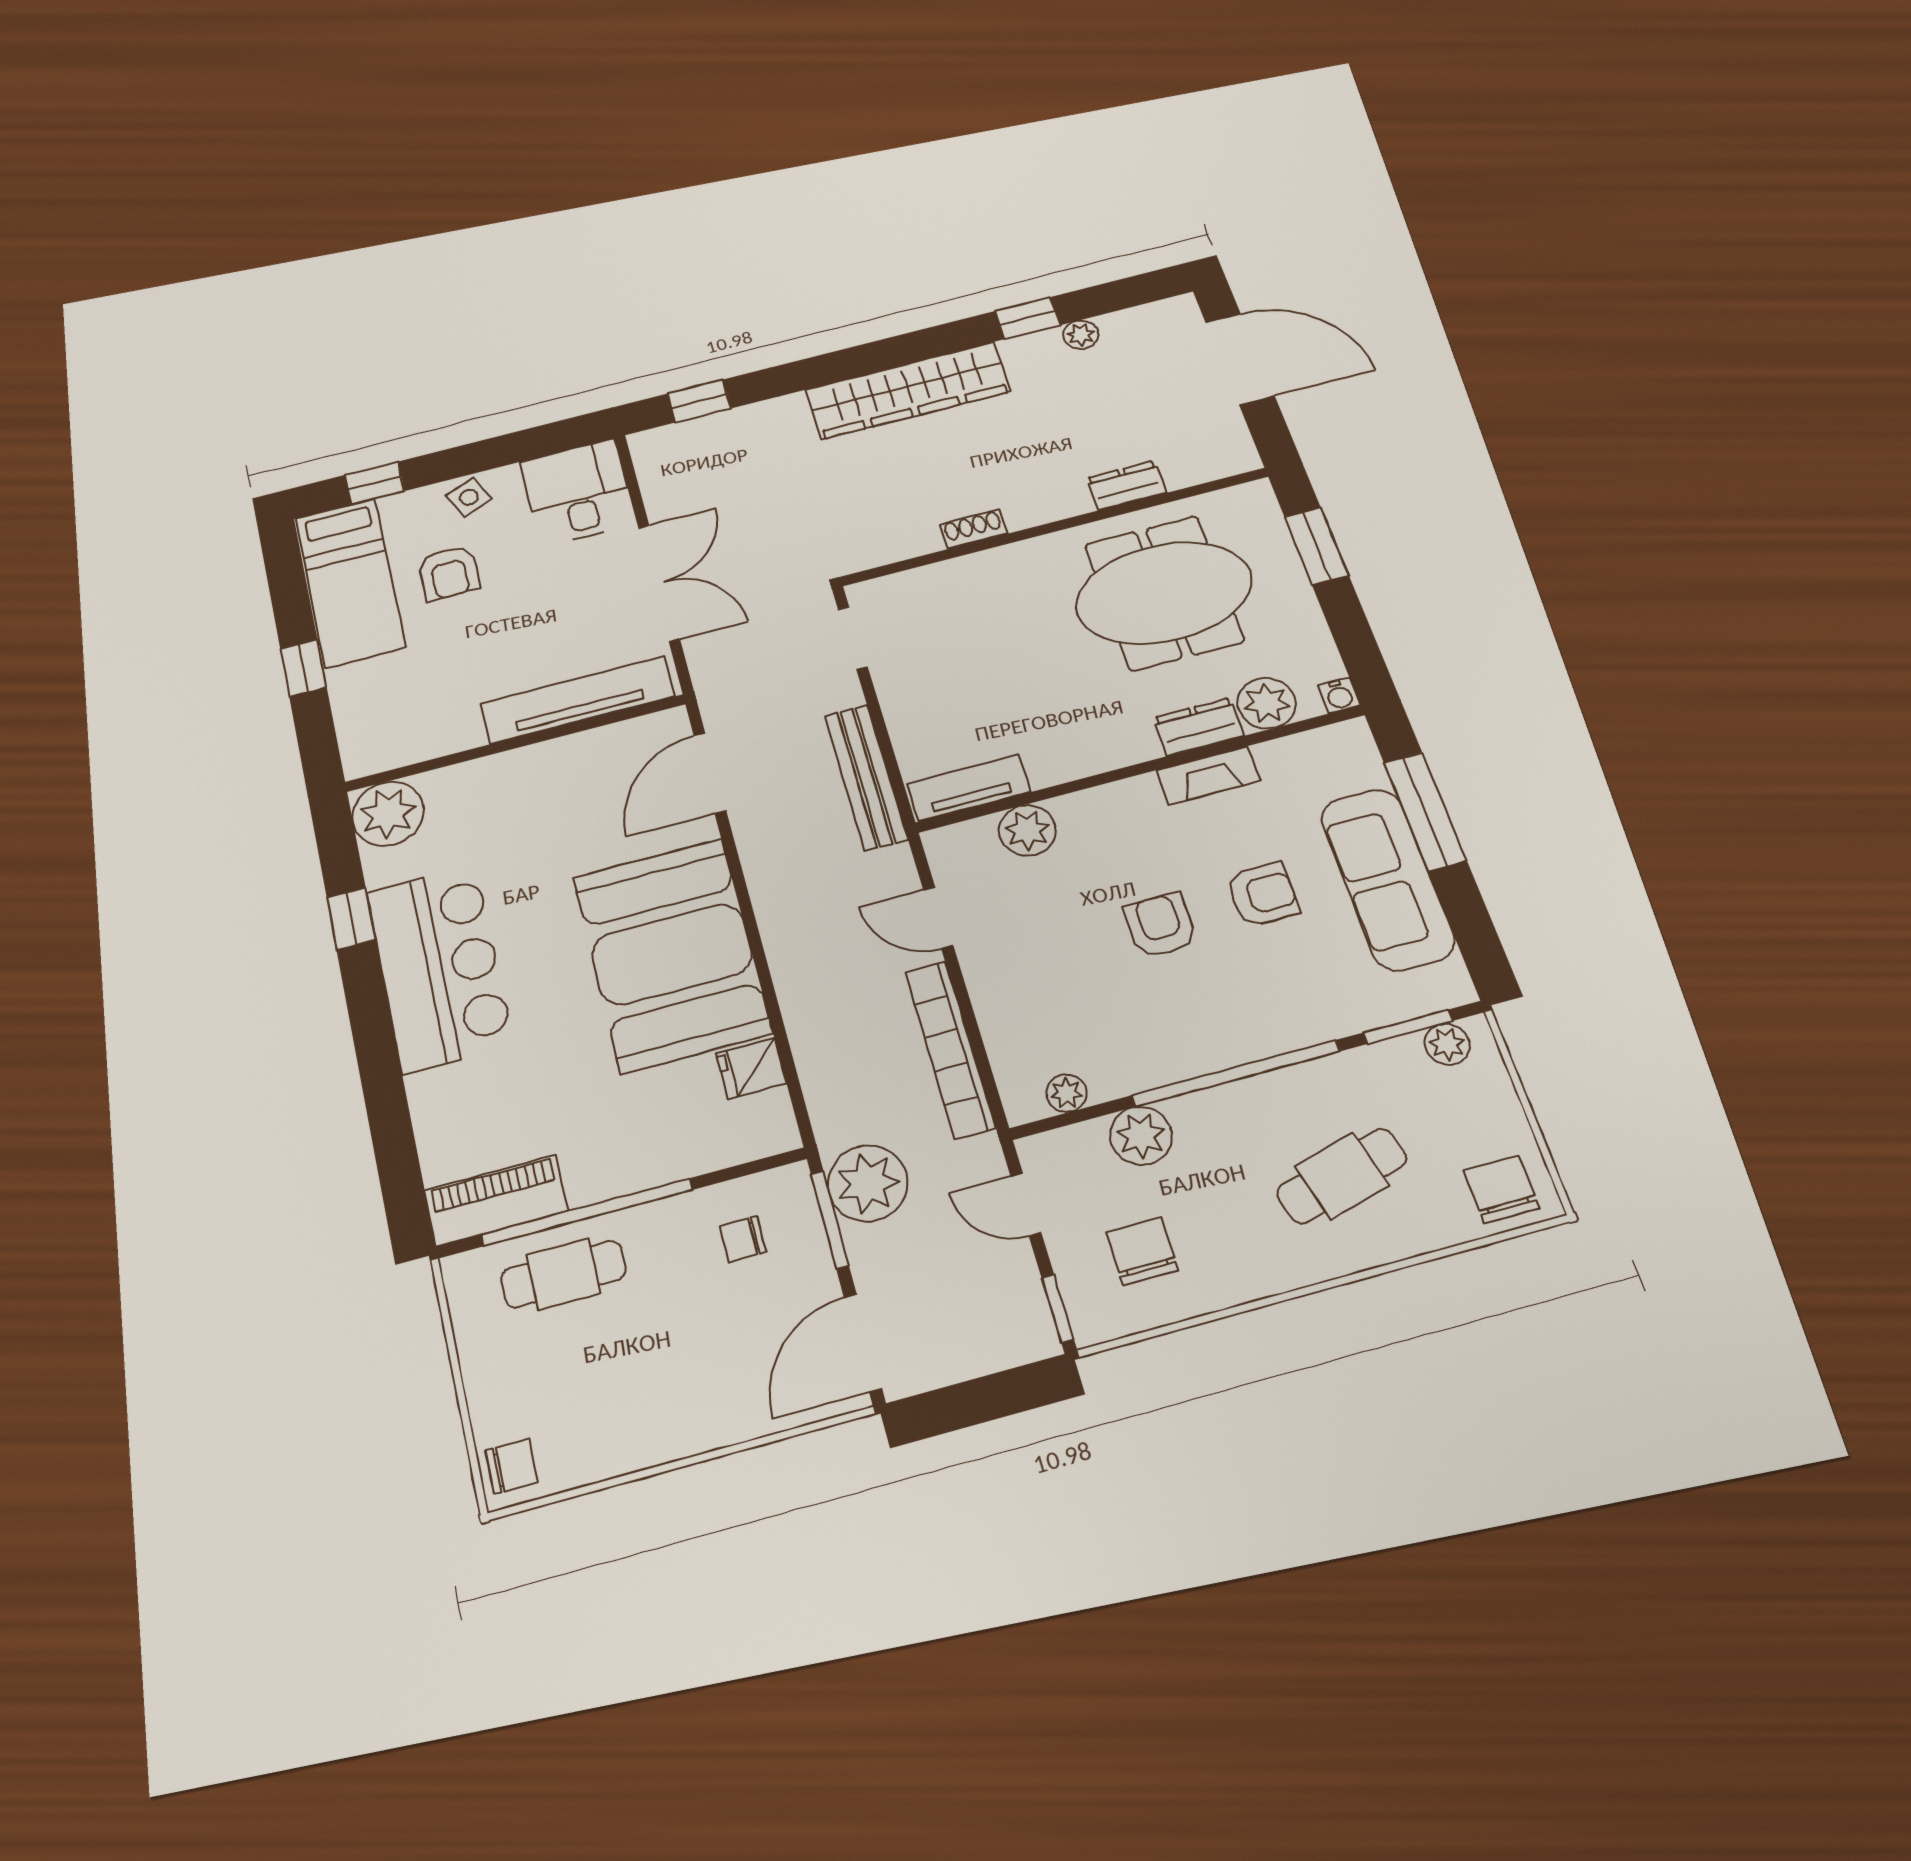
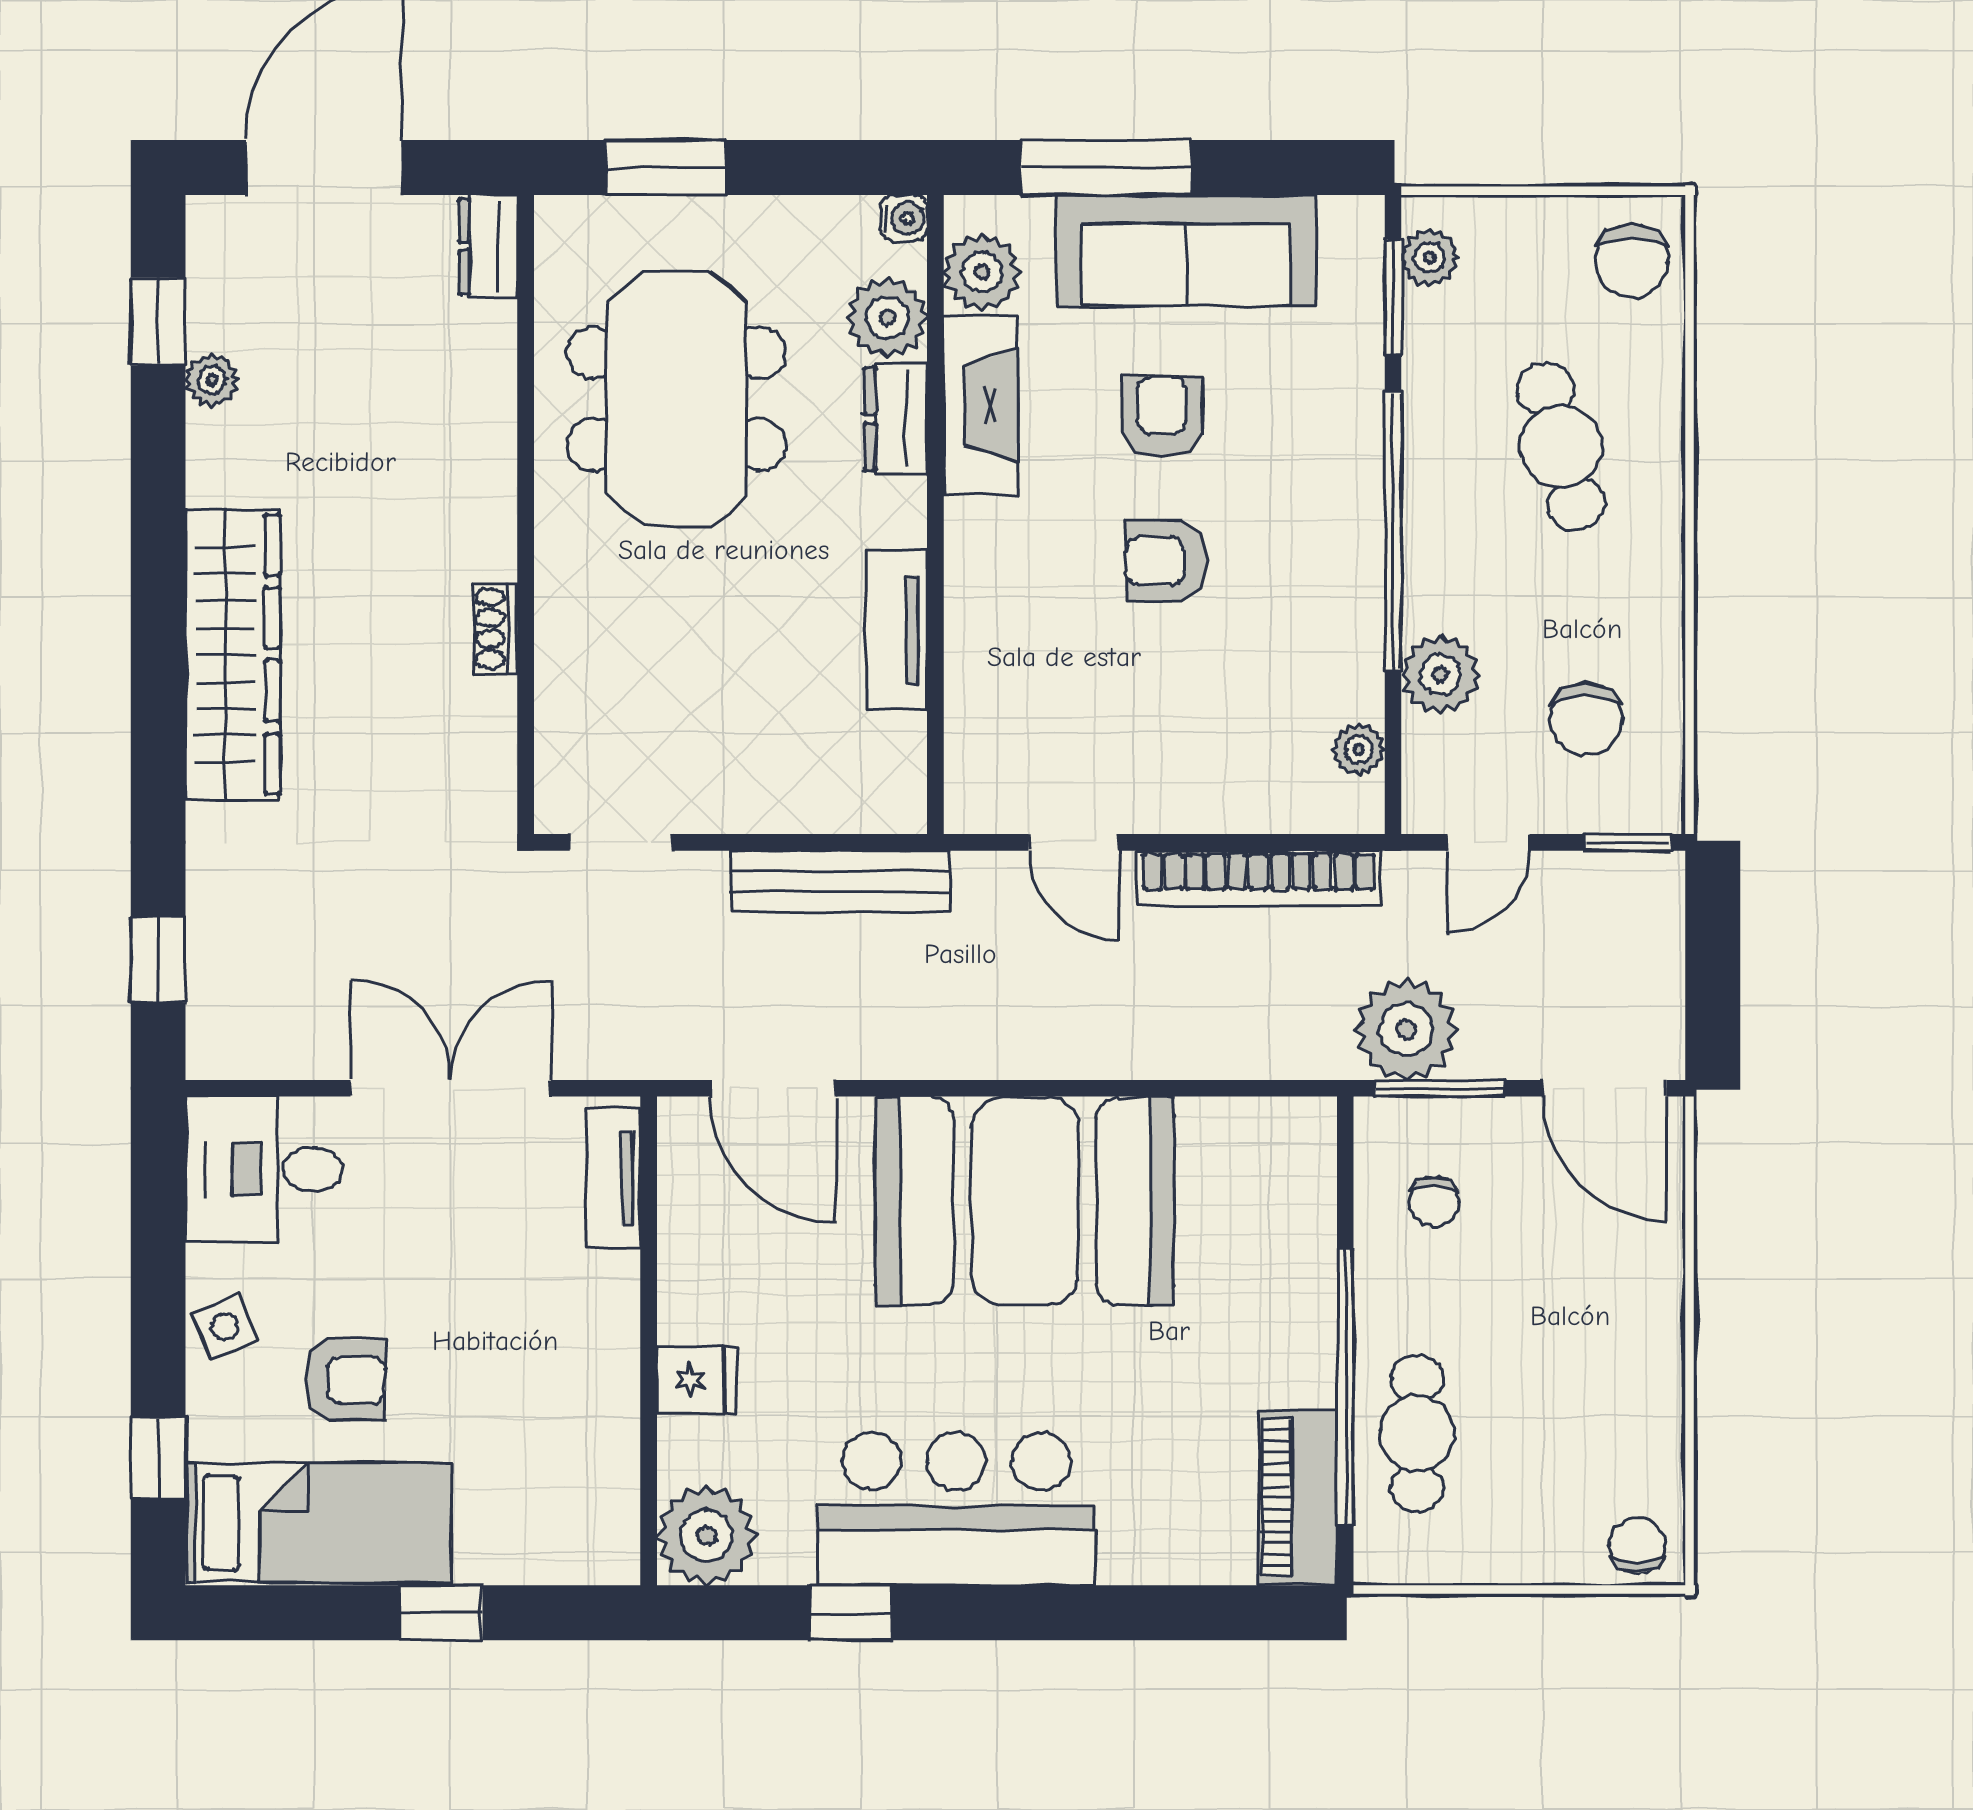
window: (1027, 318) -> (158, 322), moved
dresser: (1126, 485) -> (488, 247), moved
tv unit: (578, 700) -> (614, 1178), width x0.52, depth x0.78
fireplace: (1208, 776) -> (980, 406), width x1.37, depth x1.32
tv unit: (969, 788) -> (897, 630), moved
plant: (1027, 830) -> (982, 272), moved
door: (938, 918) -> (1073, 842), hinge flipped
fridge: (751, 1068) -> (697, 1380), moved, turned -90
chair: (1502, 1189) -> (1632, 261), turned -90
chair: (1142, 1251) -> (1586, 719), turned -90

